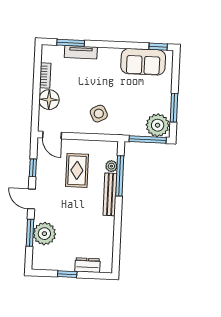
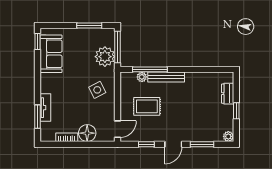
plant: (158, 125) -> (105, 57), moved
plant: (44, 234) -> (228, 136), moved, width x0.53, depth x0.53

